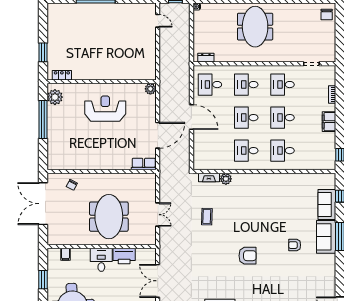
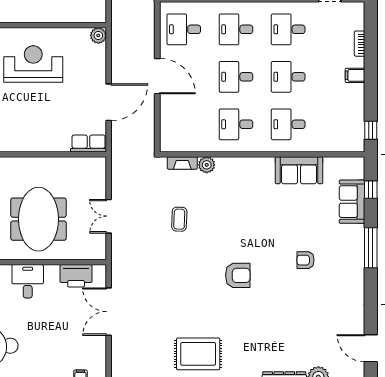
filing cabinet: (329, 122) -> (355, 75), width x0.50
double door: (158, 215) -> (109, 216), swing flipped
sofa: (326, 237) -> (299, 170), moved, turned -90
printer: (124, 256) -> (76, 276), moved

